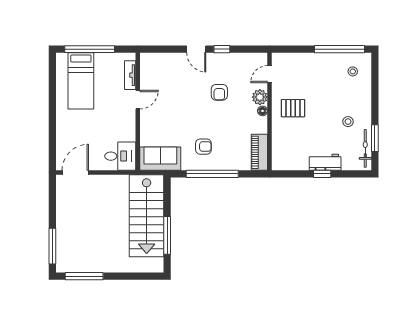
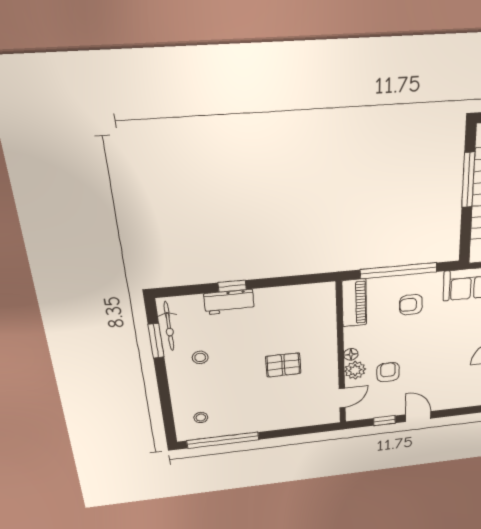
door: (270, 74) -> (342, 398), moved
plant: (260, 97) -> (355, 370), moved
floor lamp: (263, 111) -> (351, 354), moved
wall: (270, 111) -> (341, 355), moved
piano: (259, 152) -> (354, 303), moved

